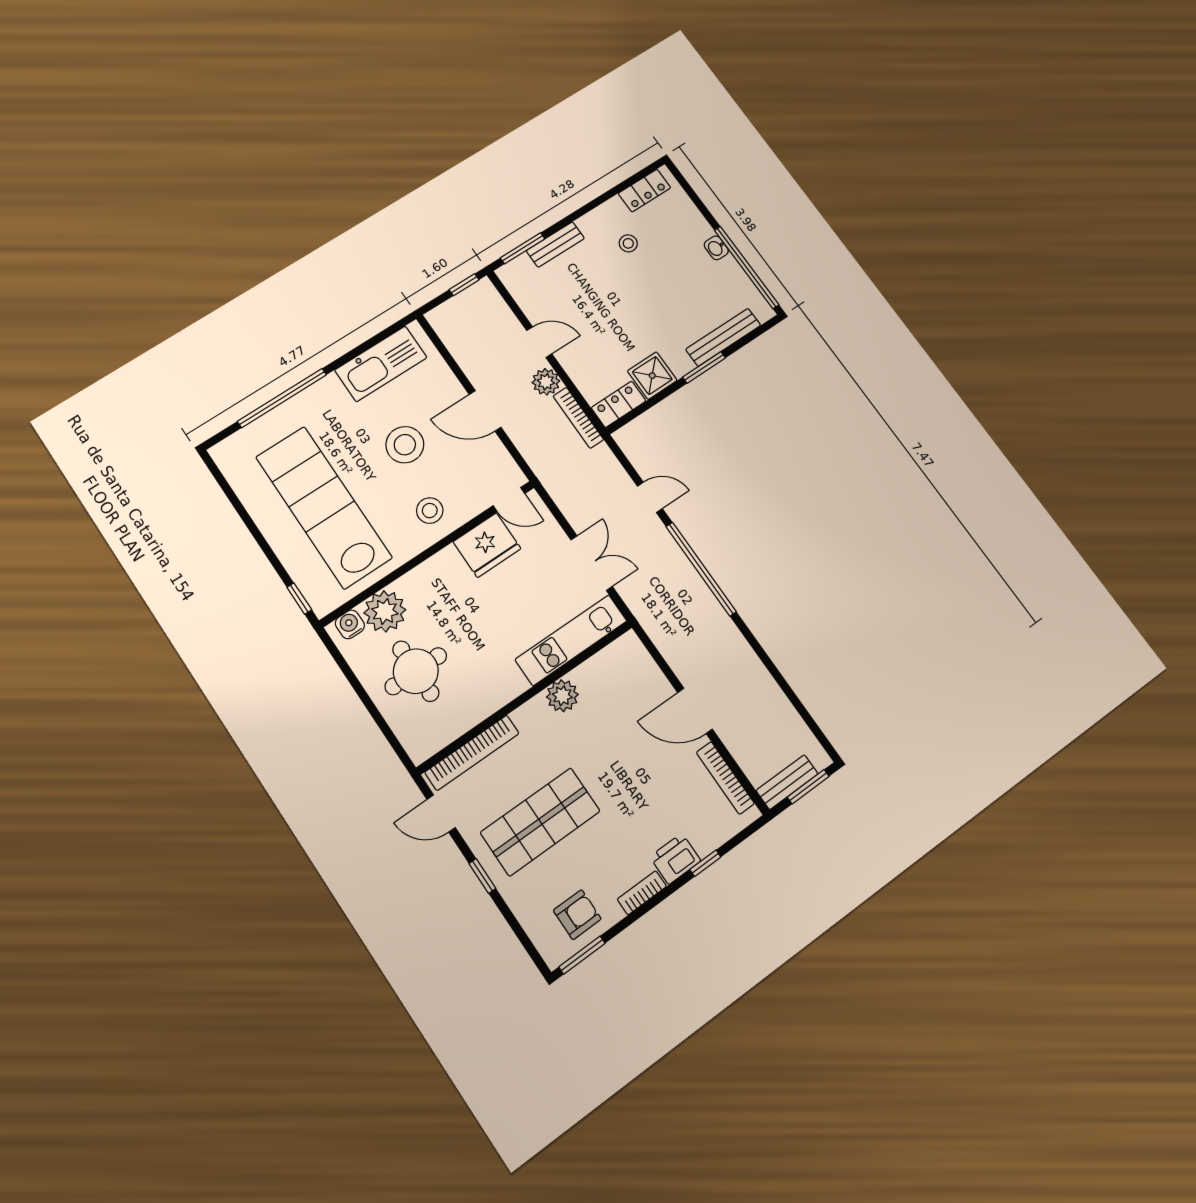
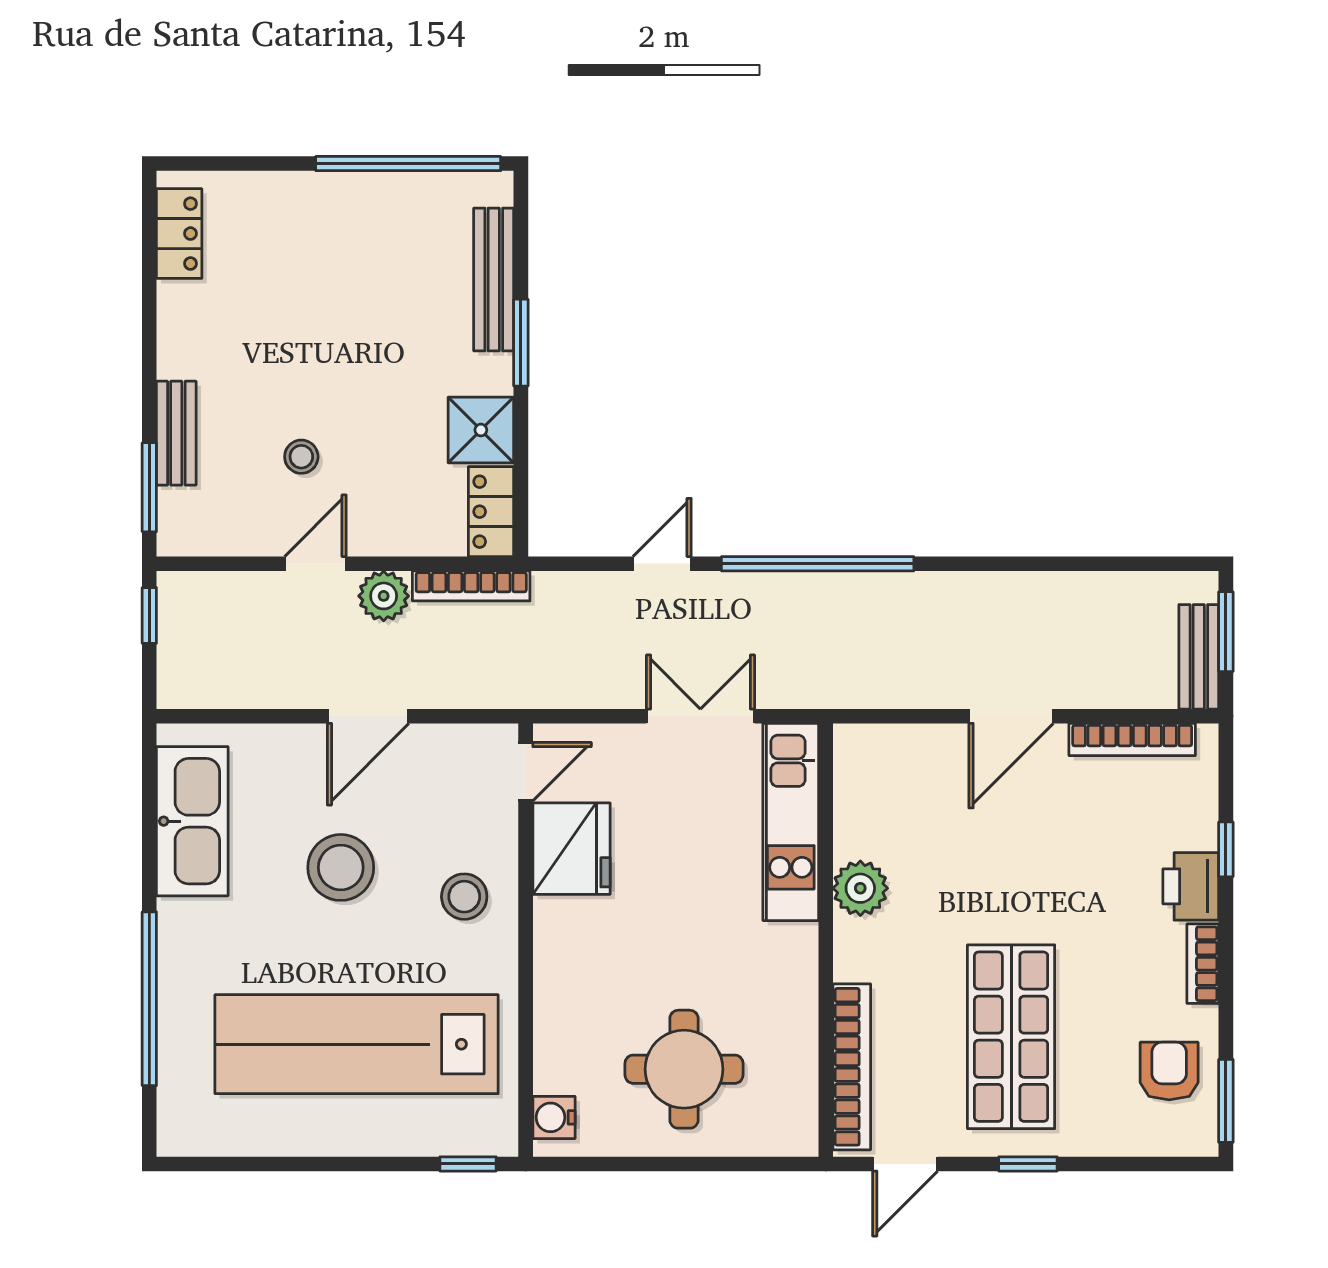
stool: (628, 243) -> (301, 457), moved
washbasin: (716, 248) -> (346, 188), removed
plant: (385, 611) -> (569, 1057), removed

